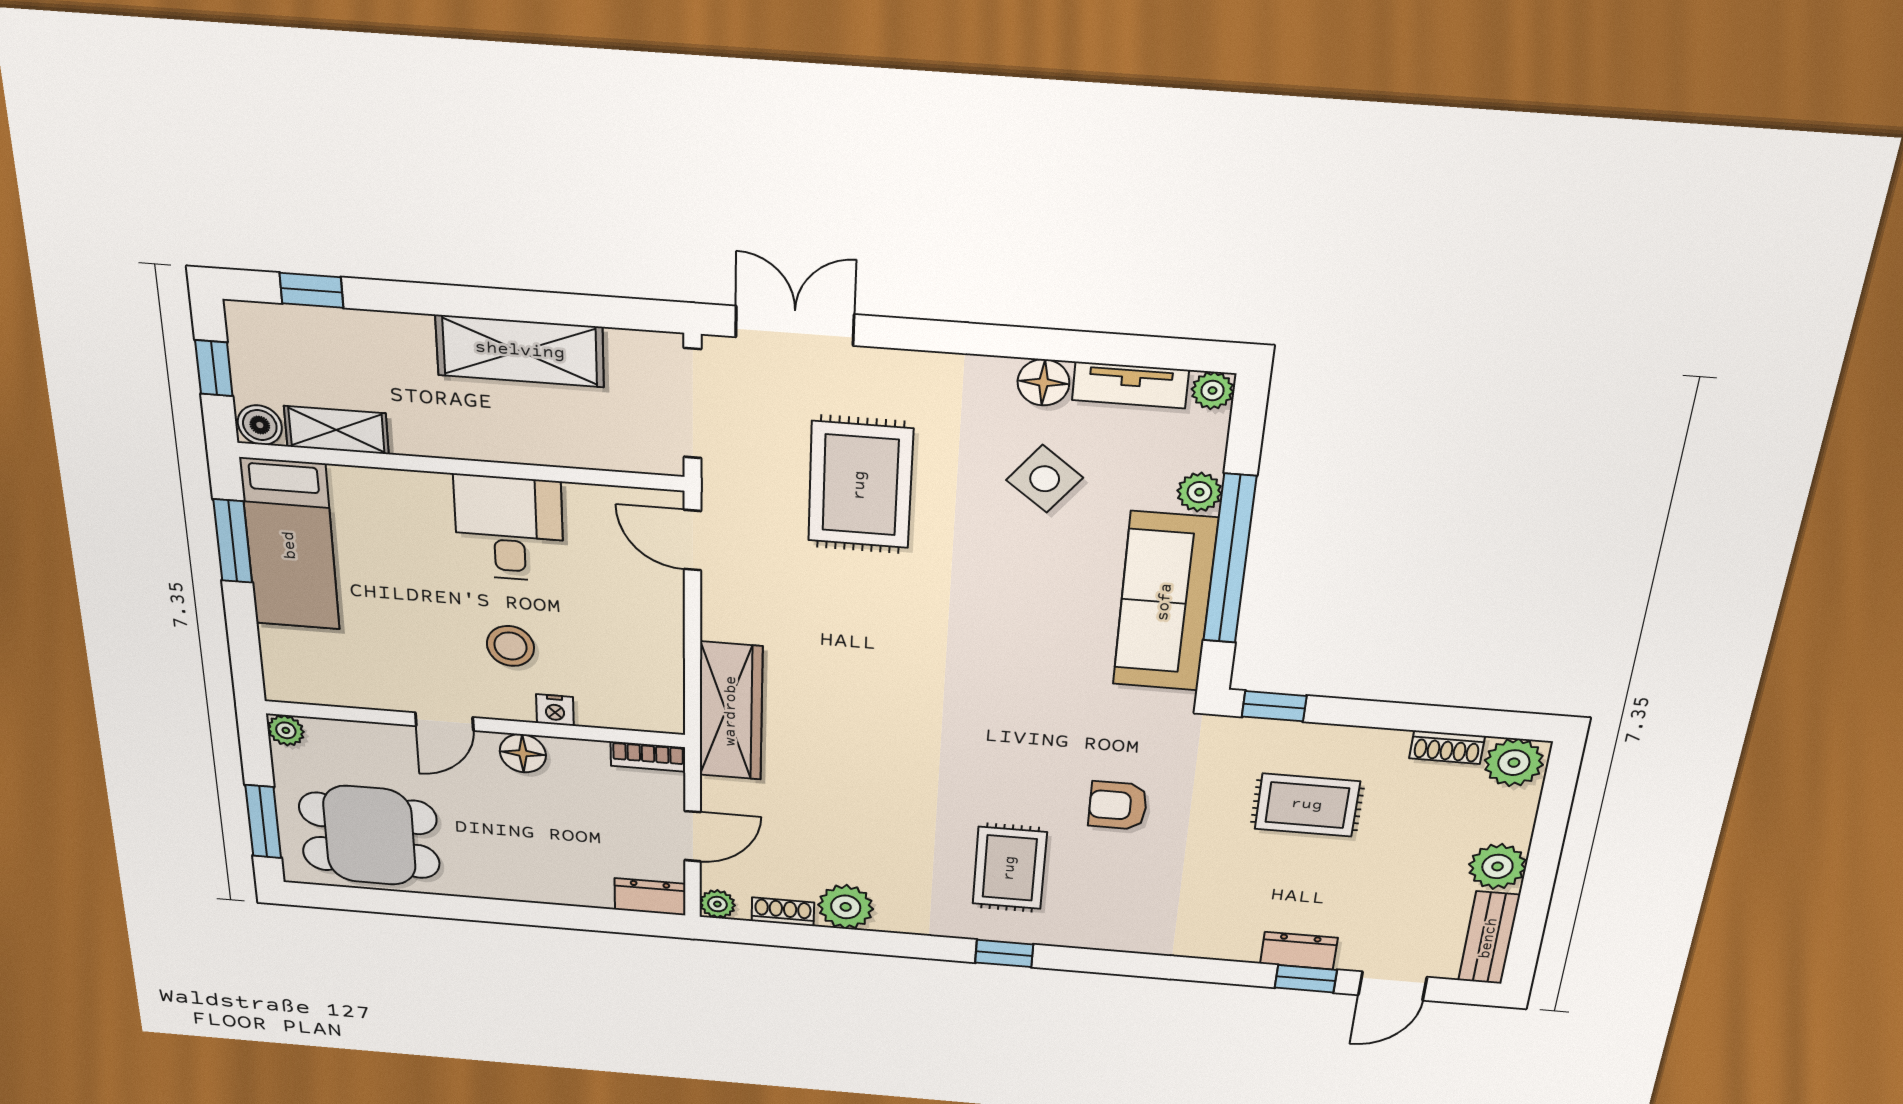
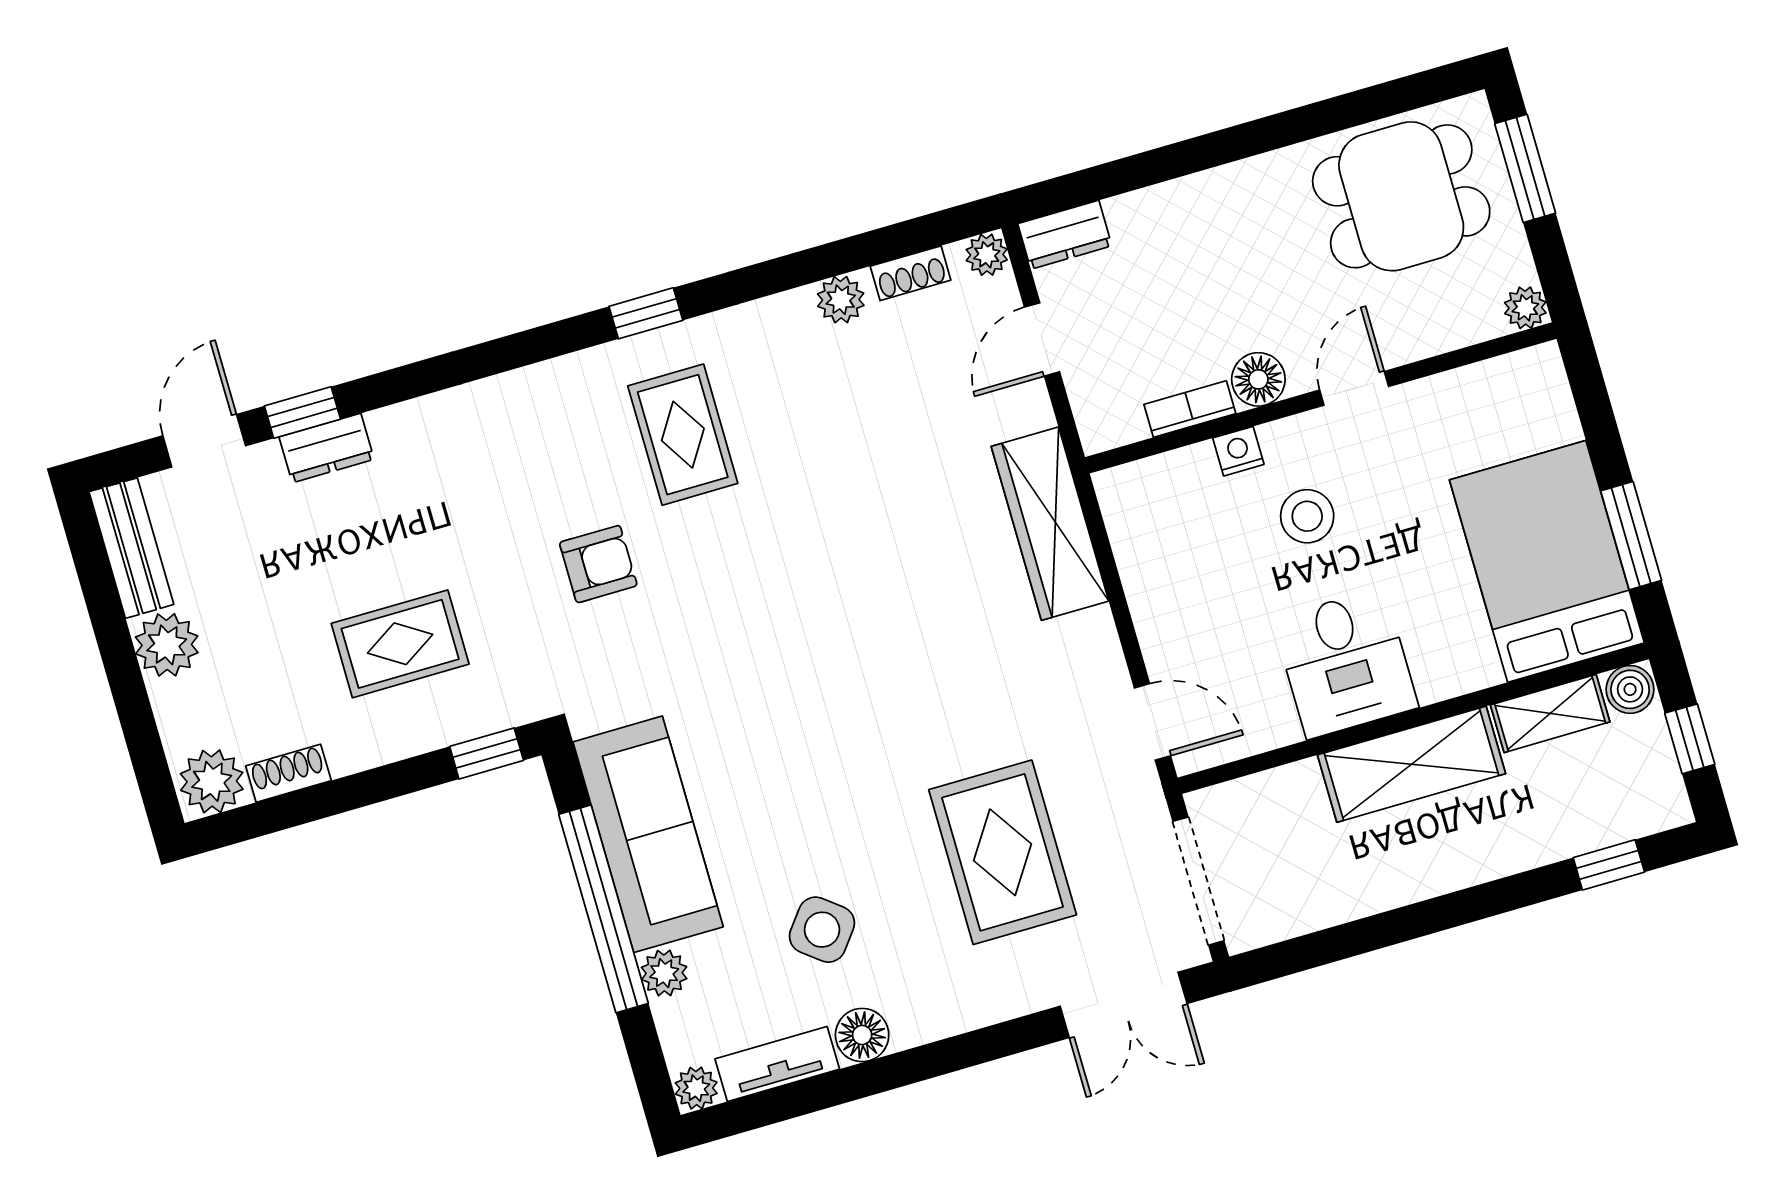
shelving: (520, 351) -> (1411, 764), moved
bed: (290, 545) -> (1547, 561), width x1.50
bookcase: (648, 757) -> (1190, 409), moved
plant: (846, 907) -> (841, 300), width x0.73, depth x0.73

